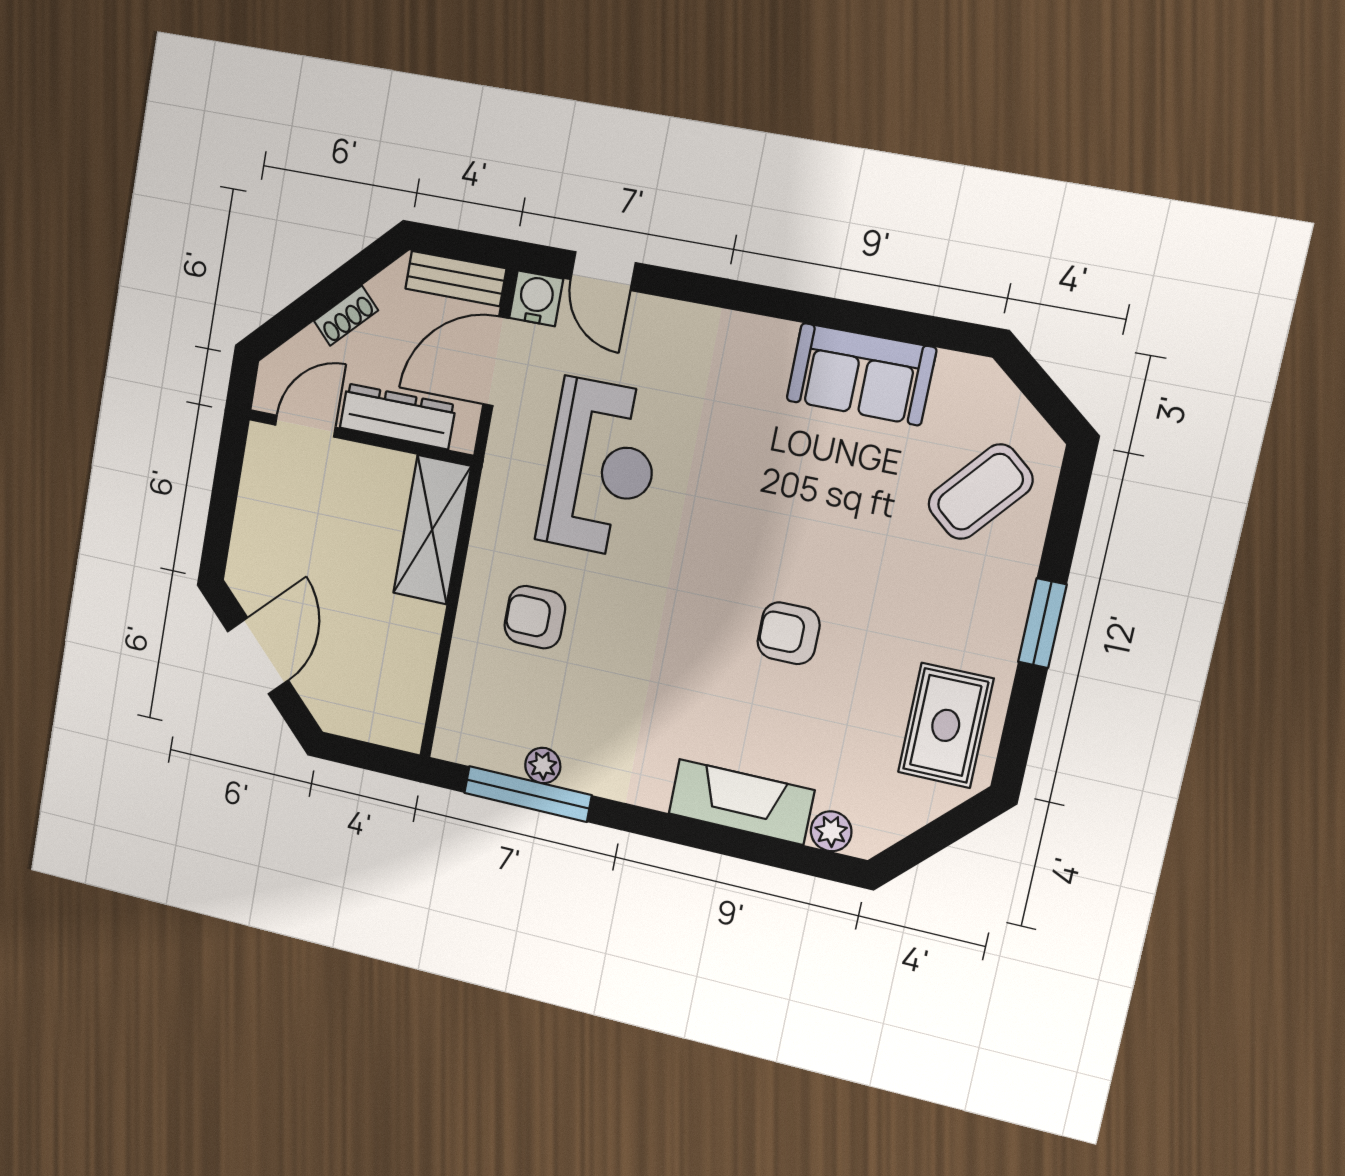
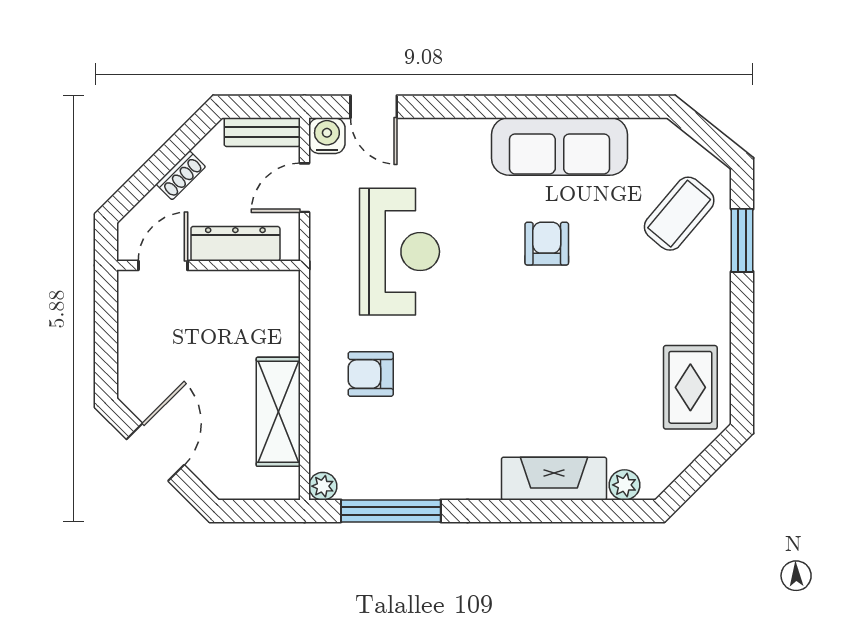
door: (496, 361) -> (305, 188), width x0.73
sofa: (861, 374) -> (559, 146), width x1.36
shelving: (432, 530) -> (278, 412), moved
window: (1042, 623) -> (742, 240), moved
armchair: (789, 633) -> (547, 244), moved, turned 90
plant: (543, 765) -> (323, 486), moved

